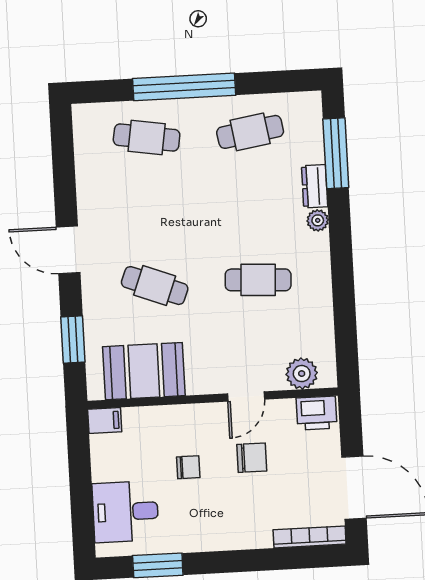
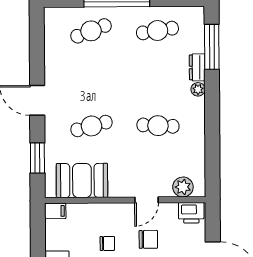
cafe table: (147, 137) -> (91, 31), turned -30
cafe table: (155, 286) -> (92, 126), turned -36

